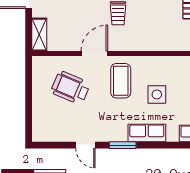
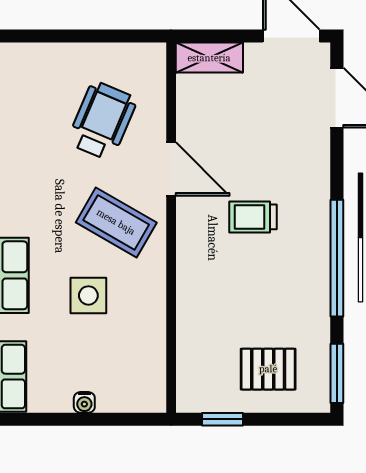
coffee table: (121, 81) -> (116, 222), turned 30

